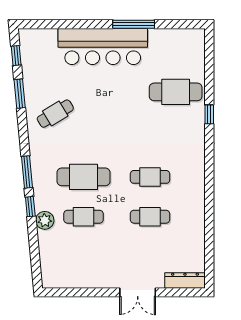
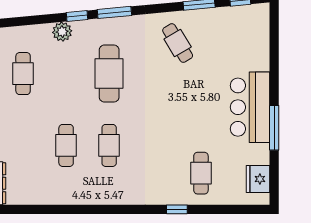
fridge: (181, 39) -> (258, 179), added
bar counter: (103, 47) -> (250, 107), width x0.73
cafe table: (176, 92) -> (201, 173), width x0.73, depth x0.74
cafe table: (84, 217) -> (23, 74), moved

